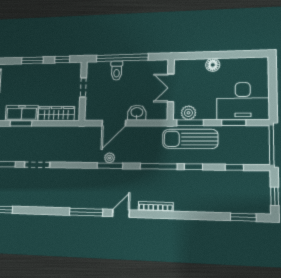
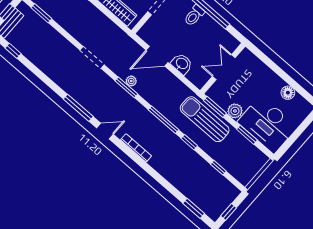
floor lamp: (213, 65) -> (288, 93), moved
plant: (188, 113) -> (235, 111), moved
doorway: (37, 165) -> (92, 57), moved

